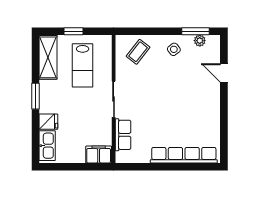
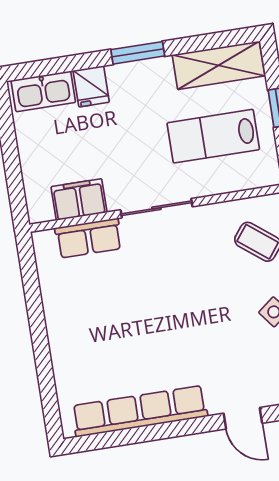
door: (224, 73) -> (243, 418), swing flipped
filing cabinet: (99, 155) -> (79, 200), moved, turned -90
row of seats: (184, 155) -> (140, 411), moved, turned -90

